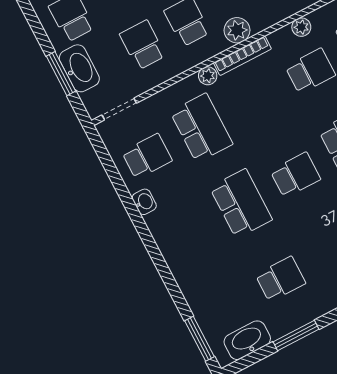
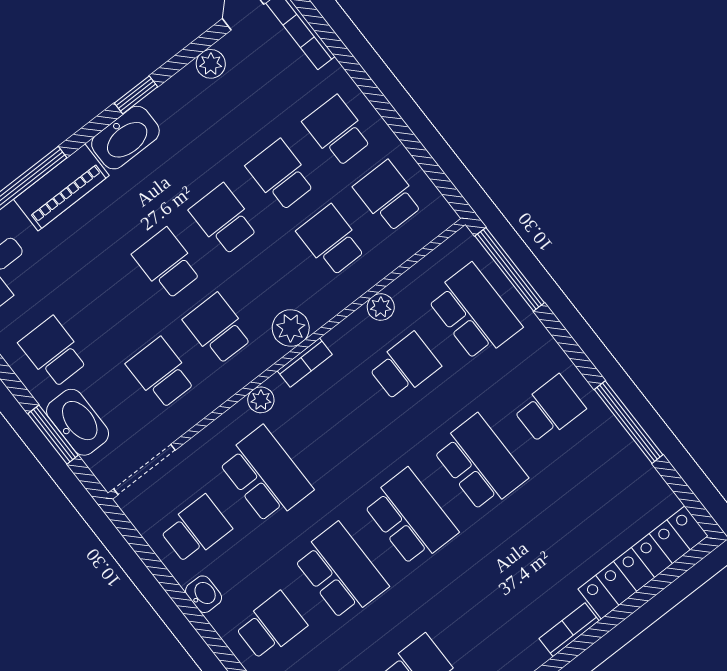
bookcase: (242, 56) -> (305, 363), width x0.64
doorway: (119, 109) -> (144, 470), width x1.38
school desk: (295, 175) -> (410, 517), width x1.85
school desk: (186, 232) -> (271, 626), added

